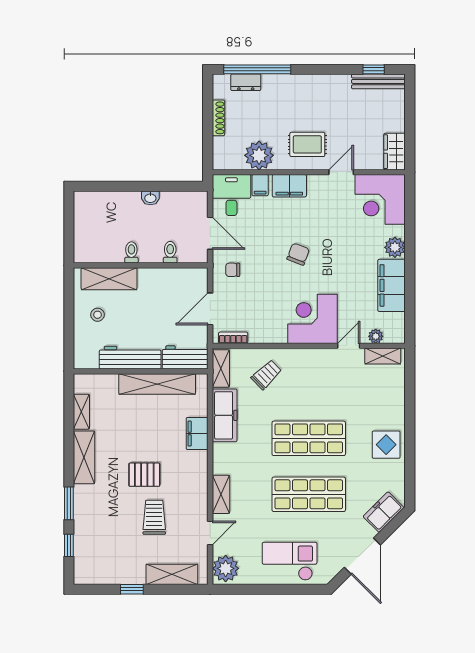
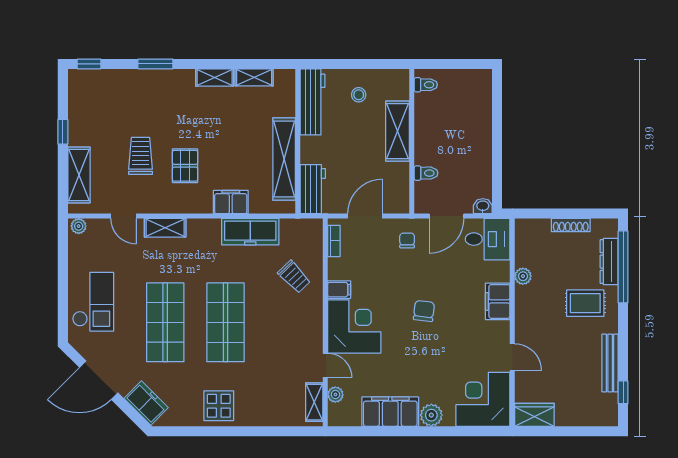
bench: (378, 81) -> (610, 363), moved
dresser: (246, 82) -> (609, 262), width x1.44
rug: (307, 144) -> (585, 303), moved, turned 90
plant: (259, 155) -> (523, 276), width x0.53, depth x0.53
filing cabinet: (260, 185) -> (339, 290), moved, turned 180
washbasin: (150, 198) -> (483, 206), moved, turned 90
toilet: (131, 252) -> (426, 85), moved
chair: (298, 254) -> (424, 311), turned -104
shelving: (109, 279) -> (398, 131), moved
door: (210, 309) -> (365, 216), hinge flipped
workbench: (130, 358) -> (312, 102), moved
shelving: (221, 368) -> (301, 228), removed
shelving: (84, 457) -> (215, 77), width x0.67, depth x0.75
pallet: (144, 475) -> (185, 166), moved
trolley: (154, 517) -> (141, 156), turned -90
window: (69, 545) -> (89, 64), moved
plant: (226, 568) -> (79, 226), width x0.53, depth x0.53

